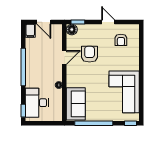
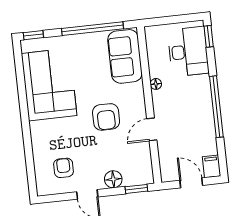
floor lamp: (72, 30) -> (113, 179), moved
armchair: (90, 54) -> (106, 117), moved

